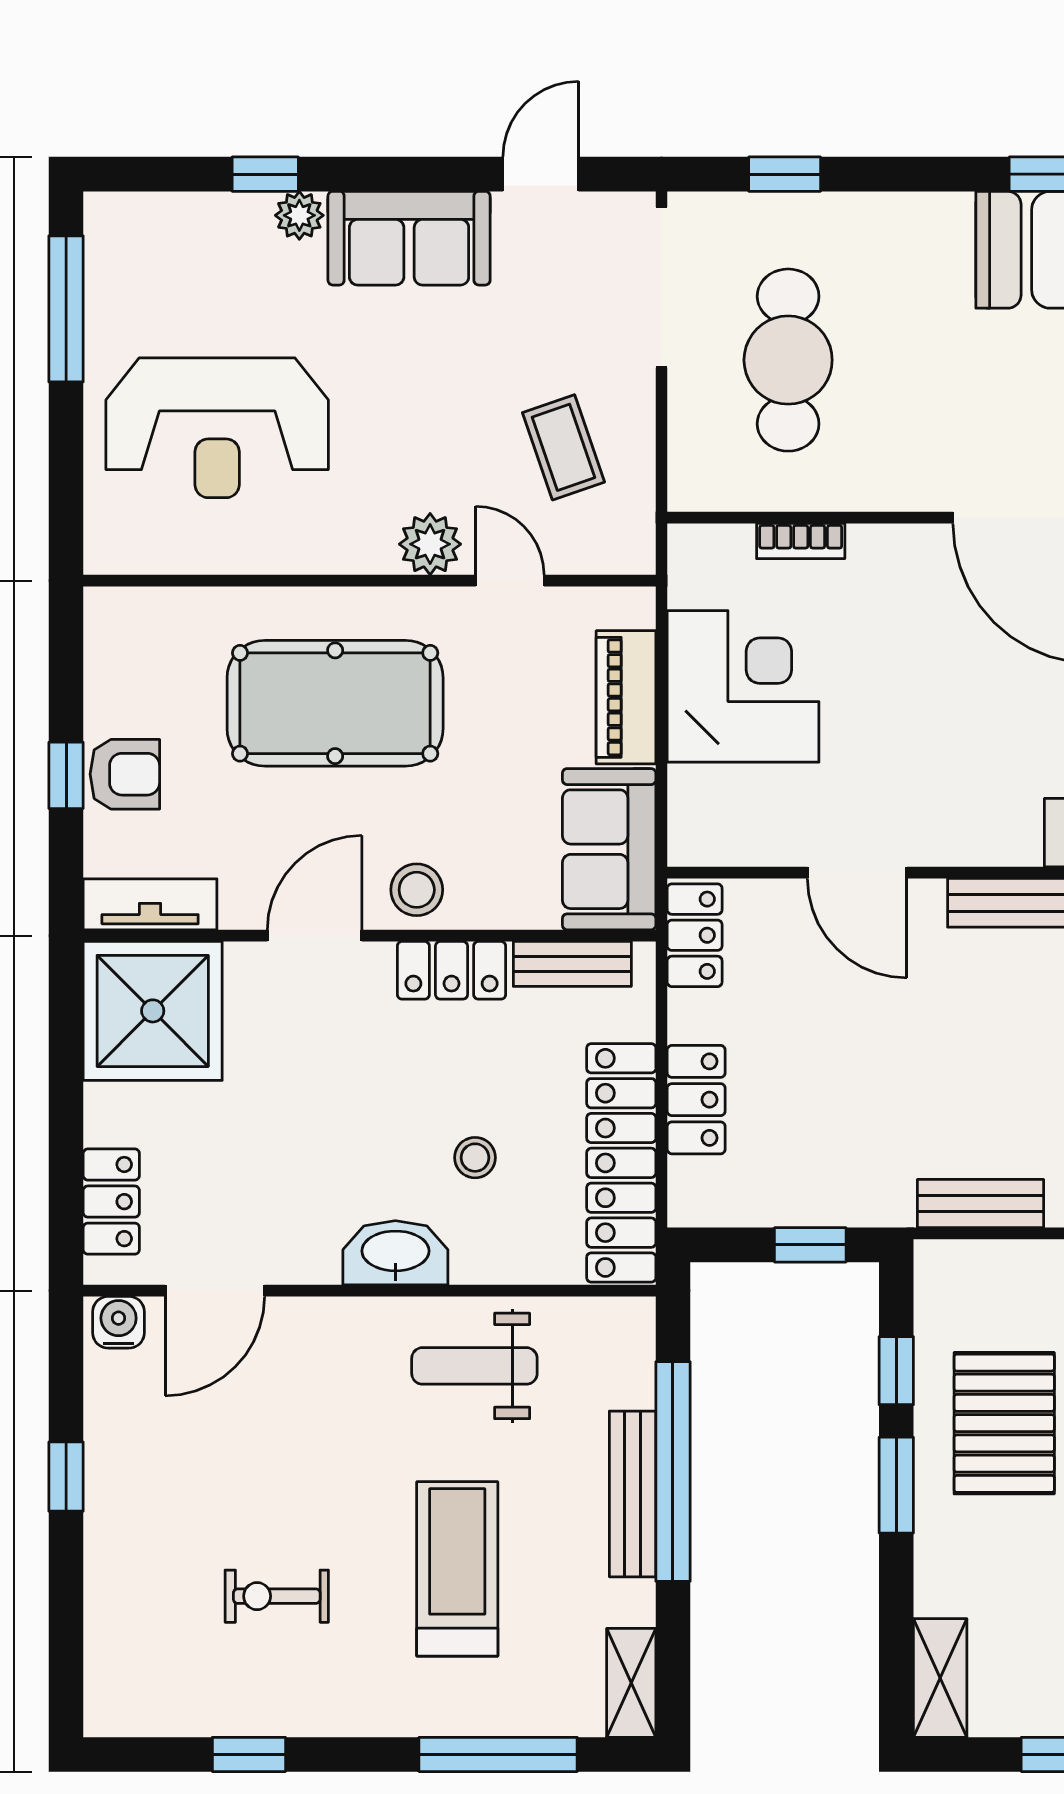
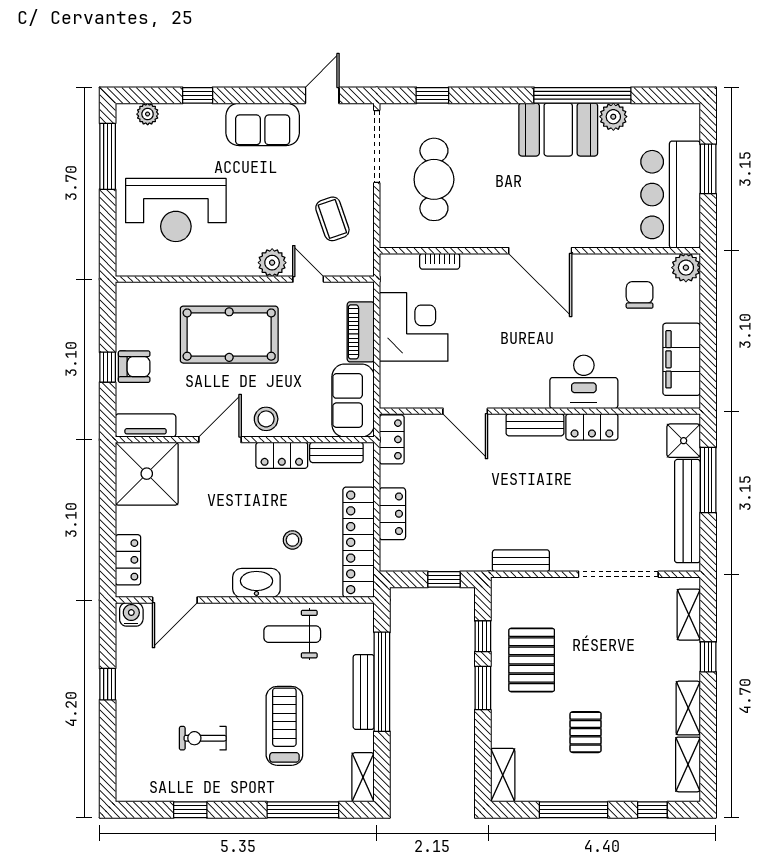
plant: (299, 215) -> (148, 114), moved

